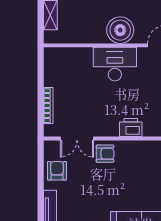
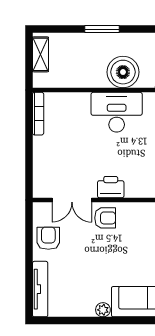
bookcase: (48, 106) -> (38, 114), moved
printer: (131, 127) -> (111, 187), moved

